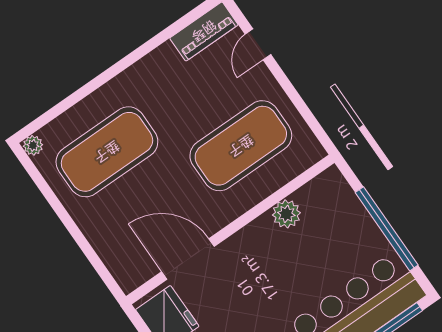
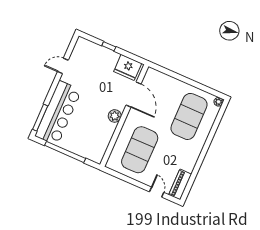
plant: (286, 214) -> (115, 116), moved
door: (188, 259) -> (133, 95), hinge flipped

